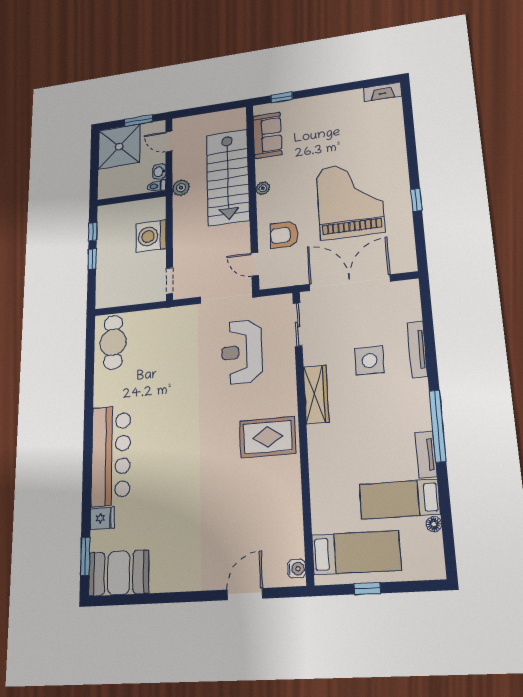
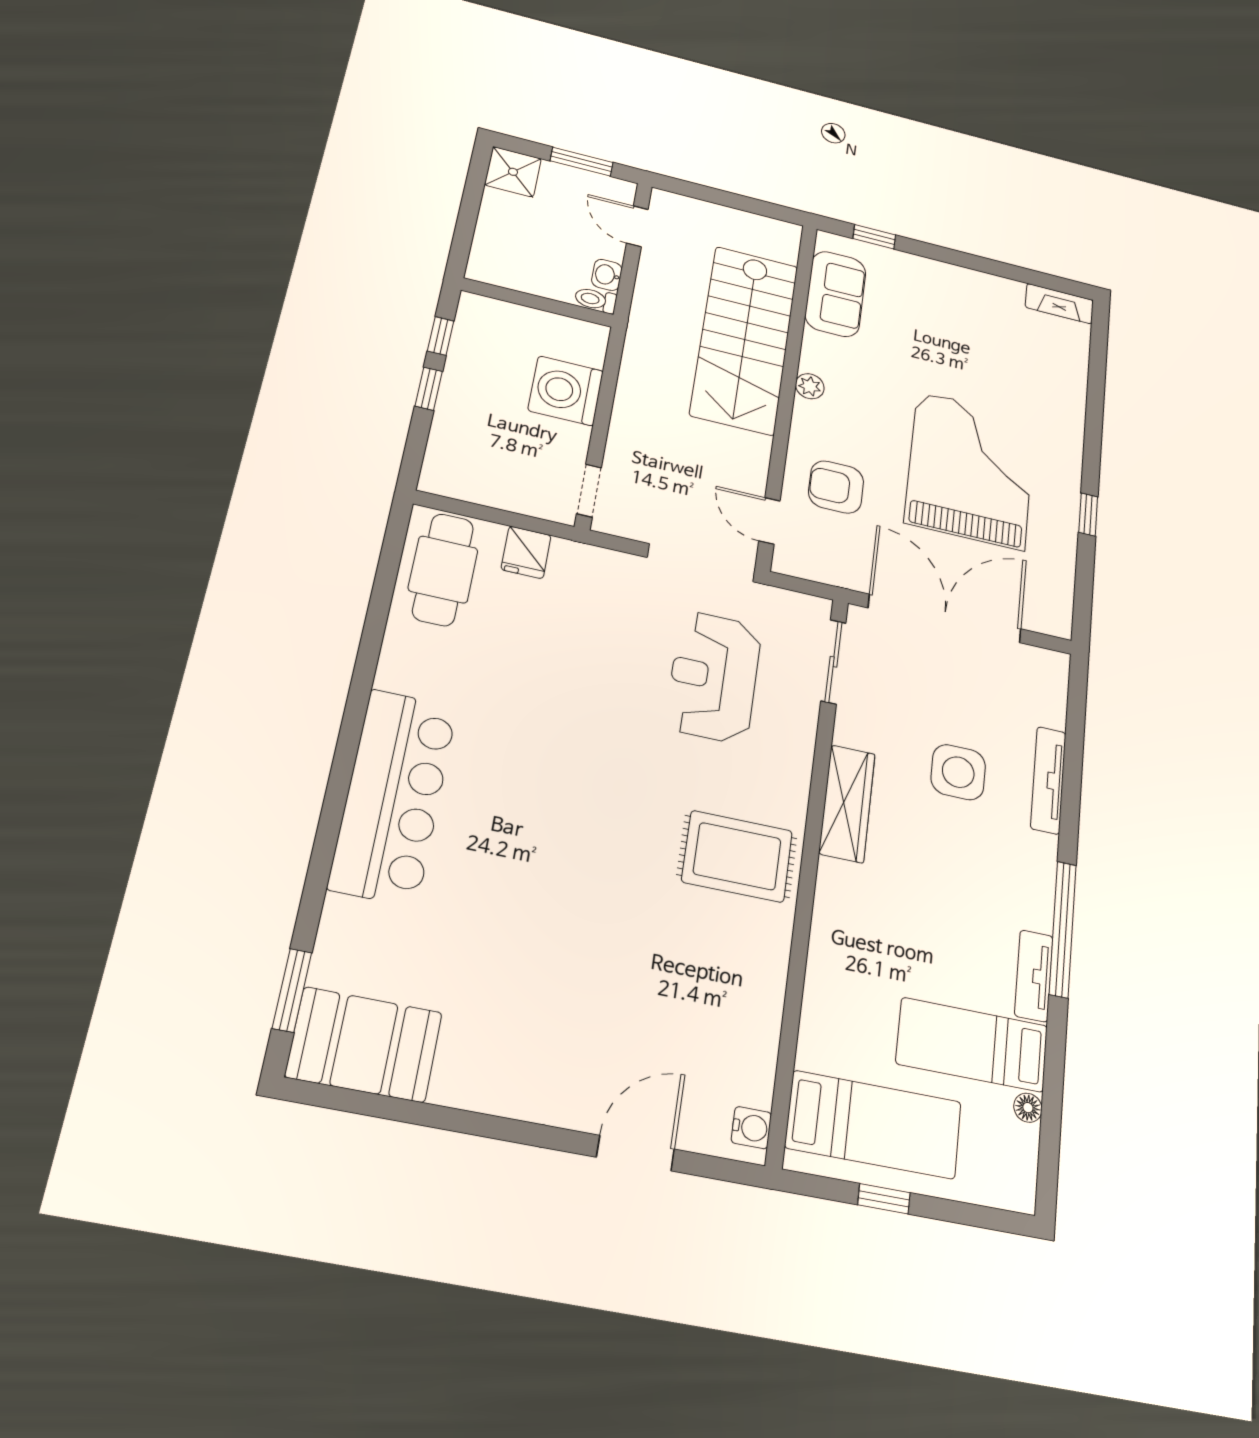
shower: (119, 147) -> (513, 172), width x0.54, depth x0.54
plant: (181, 188) -> (646, 322), removed
fridge: (102, 518) -> (526, 552), moved, turned 90

